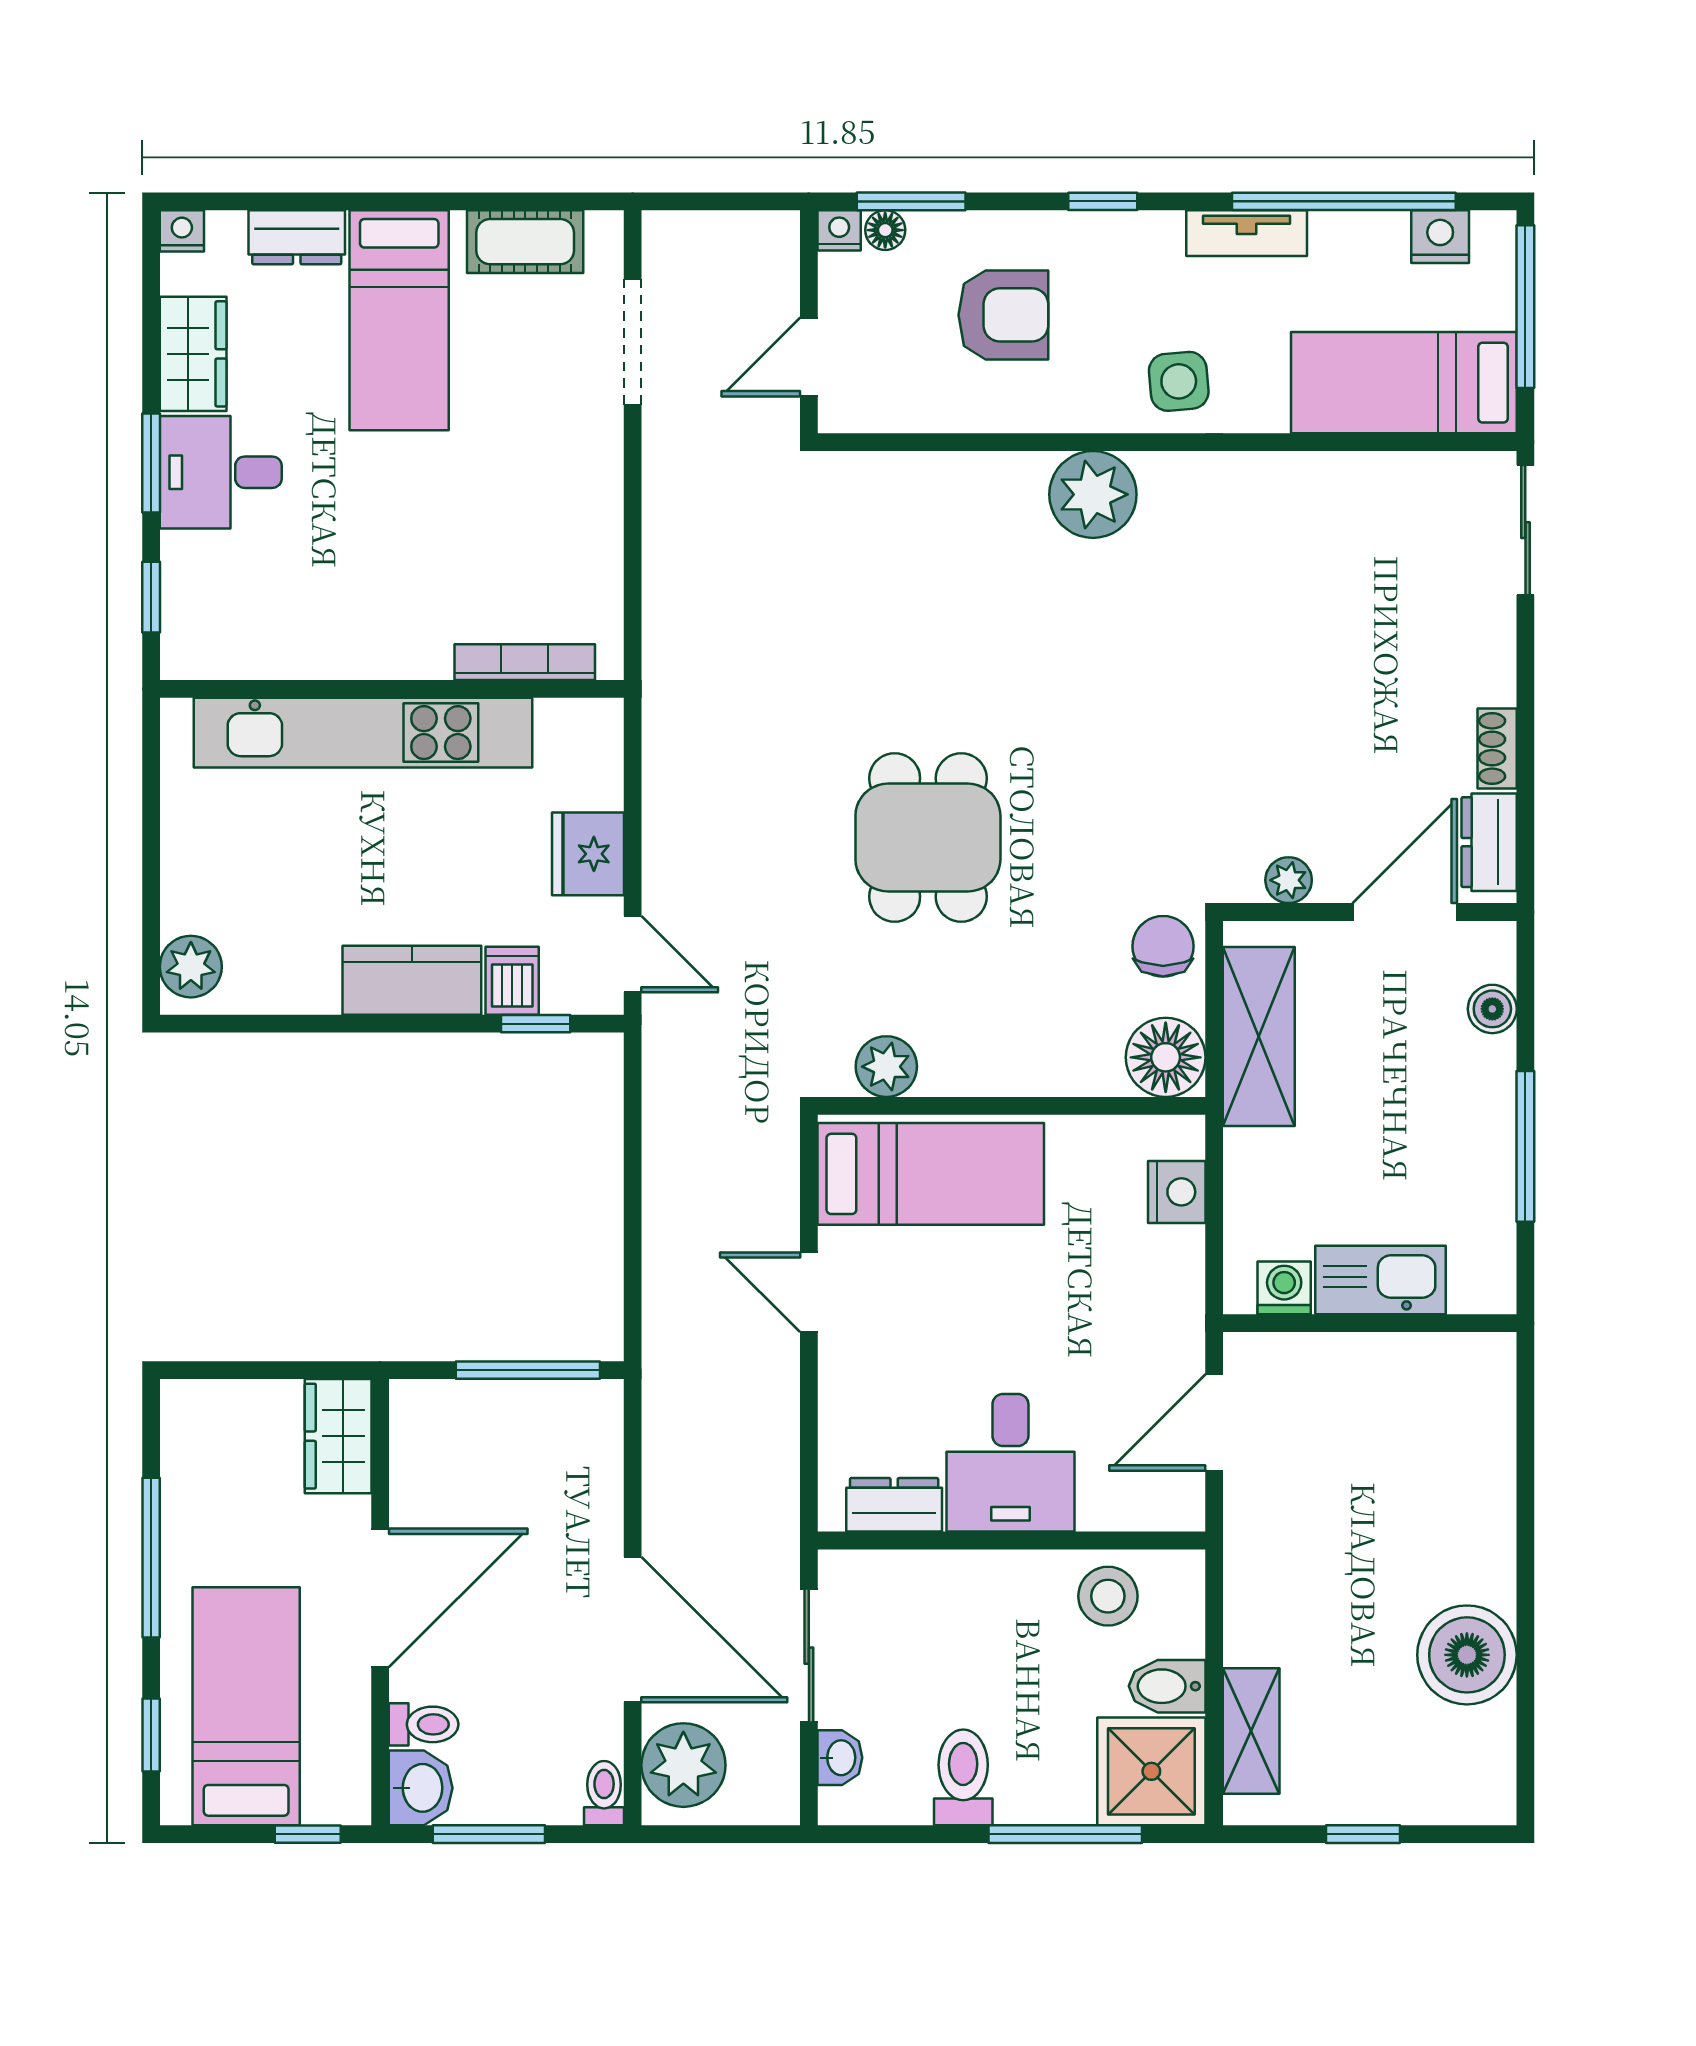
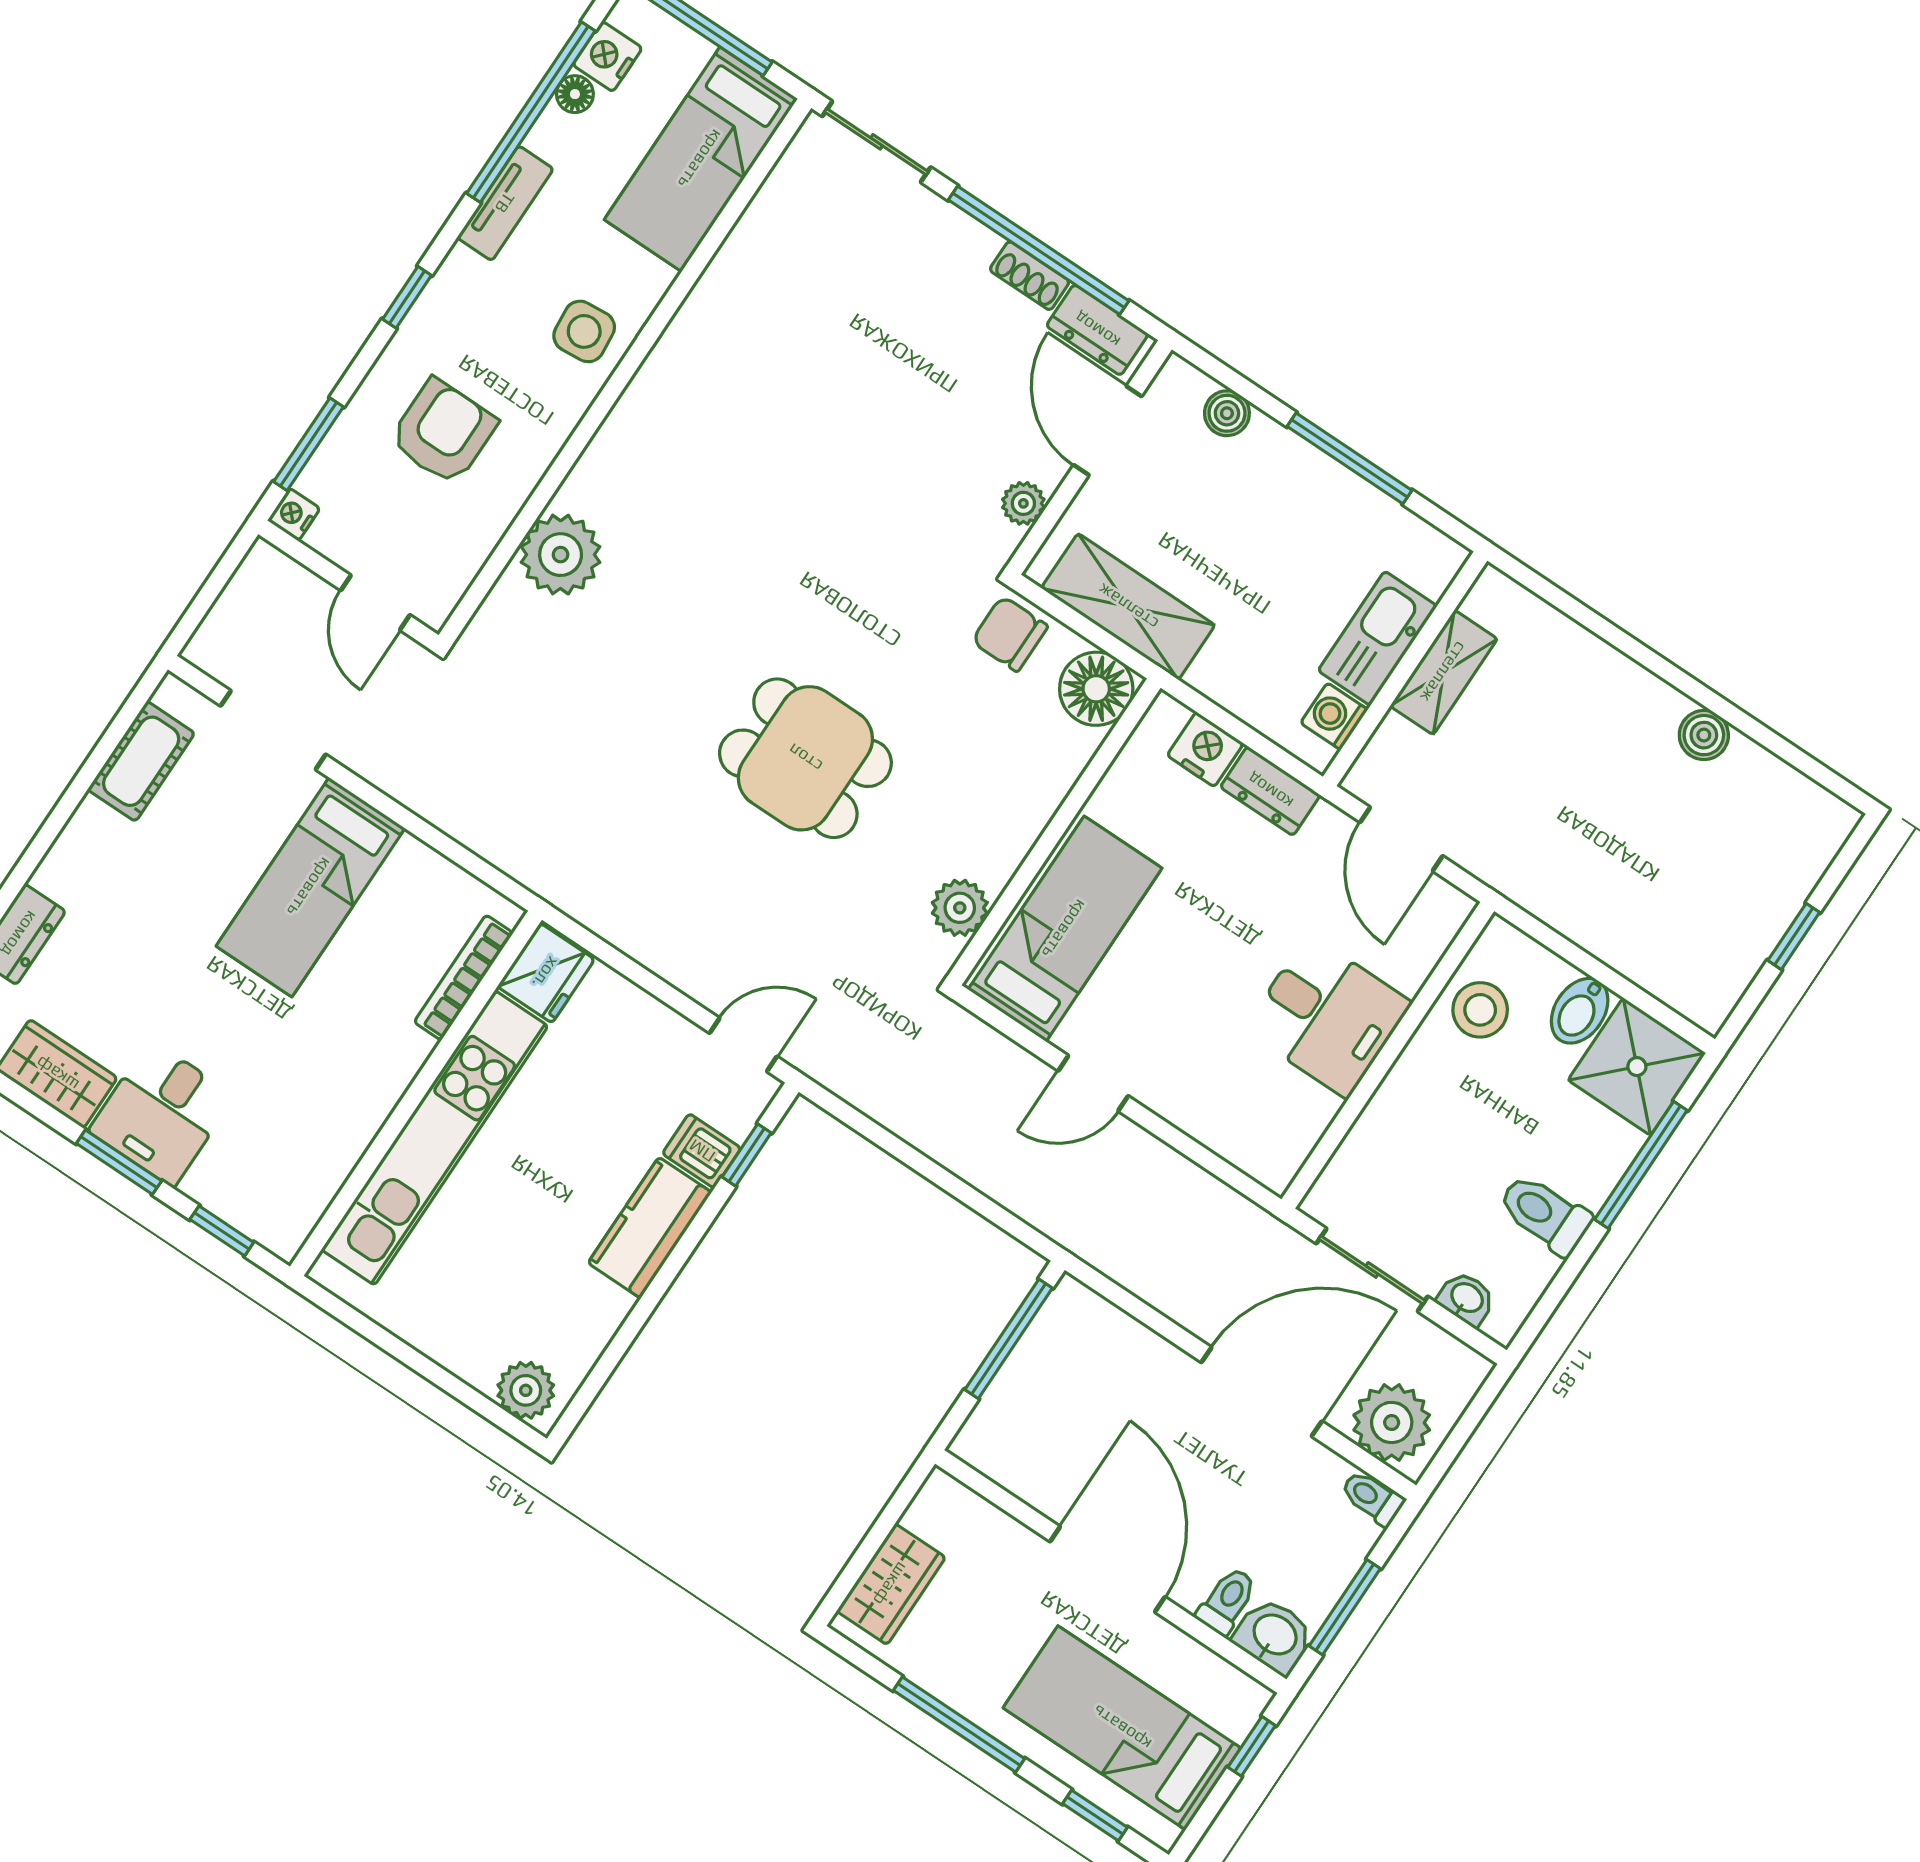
floor lamp: (885, 230) -> (575, 94), moved
bed: (399, 320) -> (310, 887), moved, turned 90
plant: (1093, 494) -> (561, 555), moved
window: (1525, 741) -> (1039, 250), added
fridge: (588, 854) -> (546, 973), moved, turned -90
wardrobe: (338, 1436) -> (891, 1584), moved, turned -90
dresser: (894, 1505) -> (1270, 791), moved, turned -90
boiler: (1467, 1655) -> (1704, 735), width x0.54, depth x0.54
shelving: (1251, 1731) -> (1444, 672), moved, turned 90

